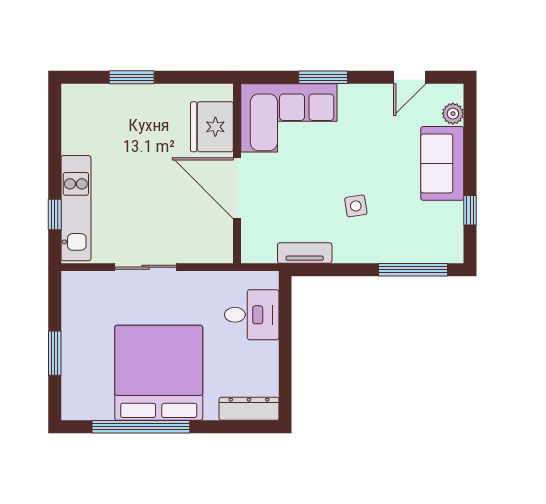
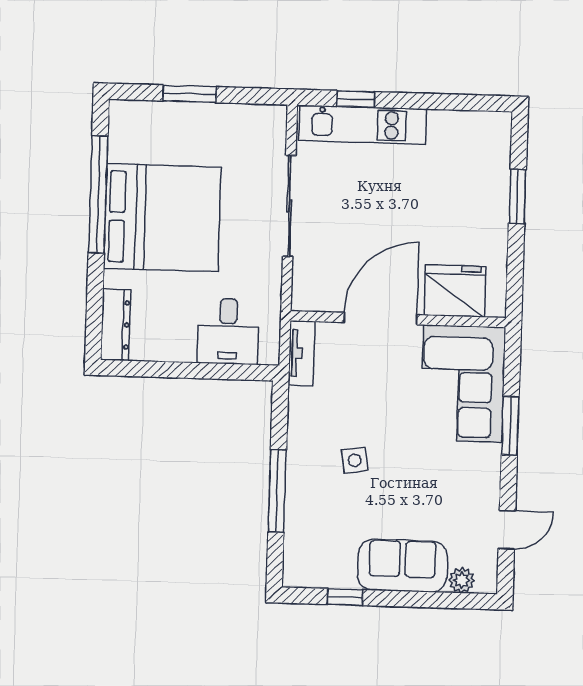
door: (410, 77) -> (507, 530), swing flipped
tv unit: (305, 253) -> (302, 353), moved
sliding door: (146, 267) -> (289, 206), width x1.37
window: (413, 270) -> (277, 491), moved

